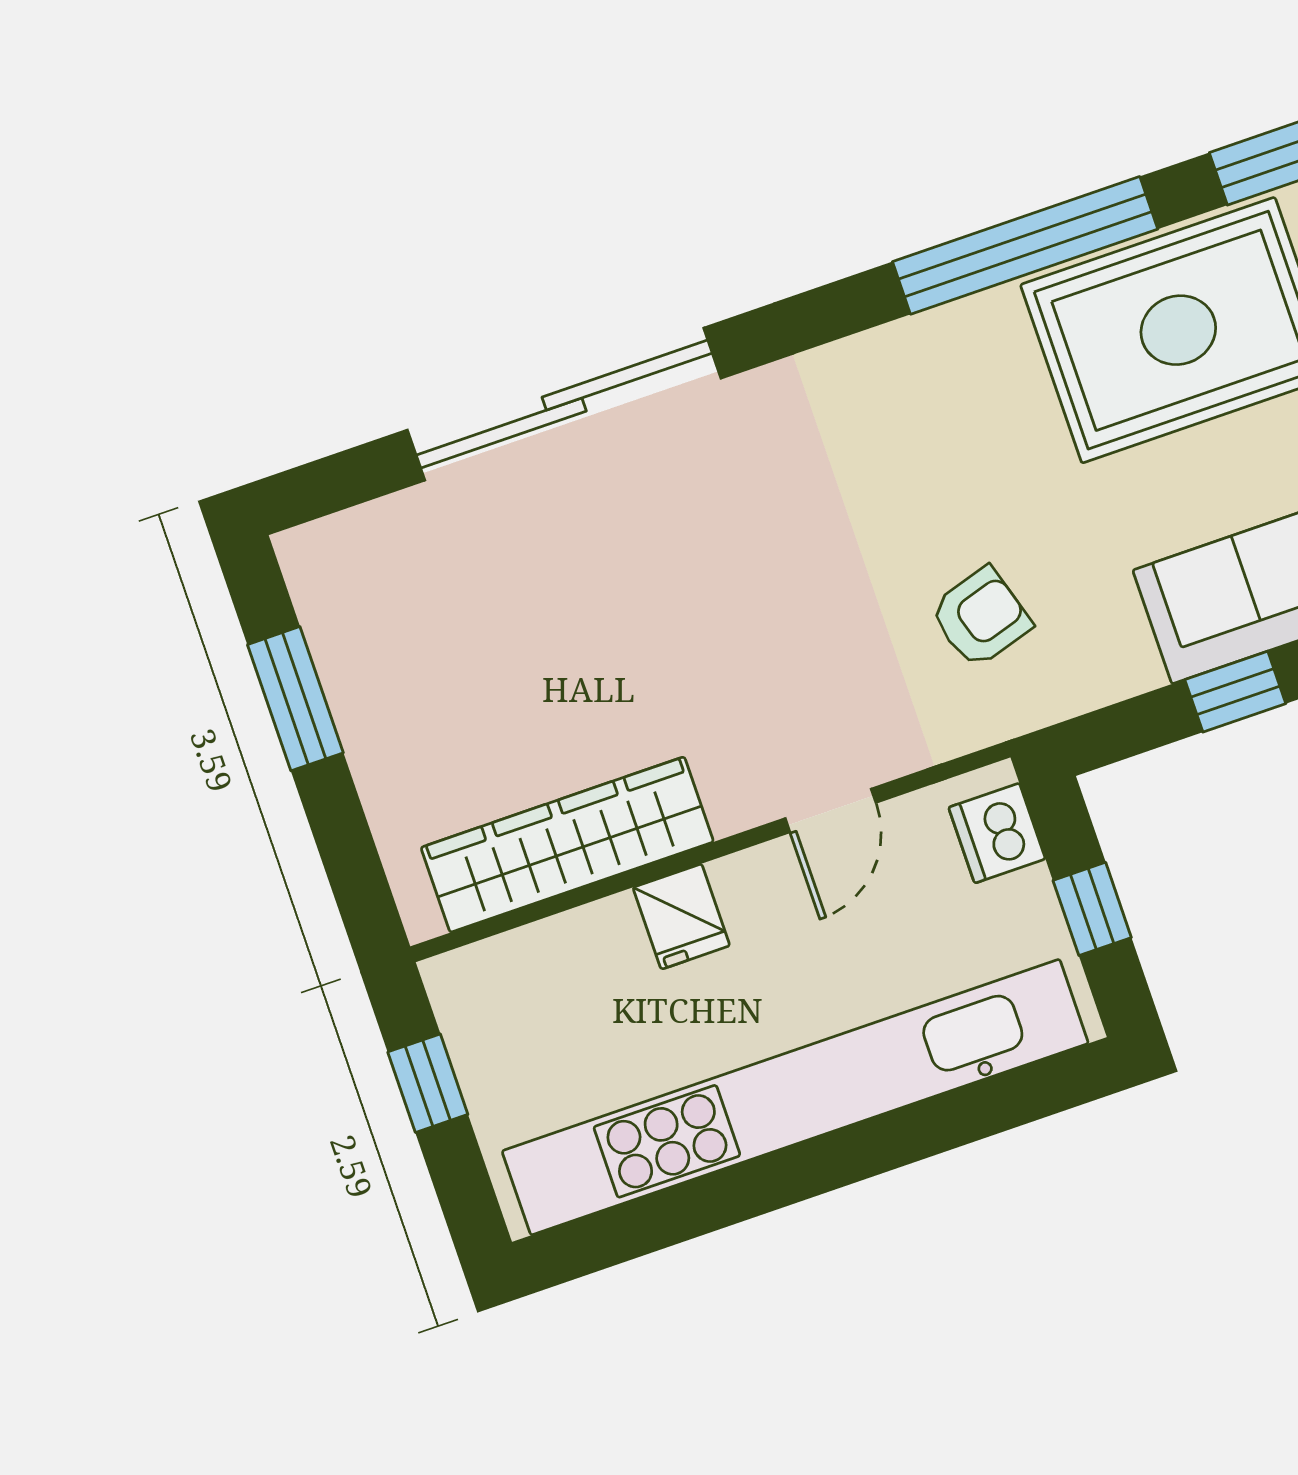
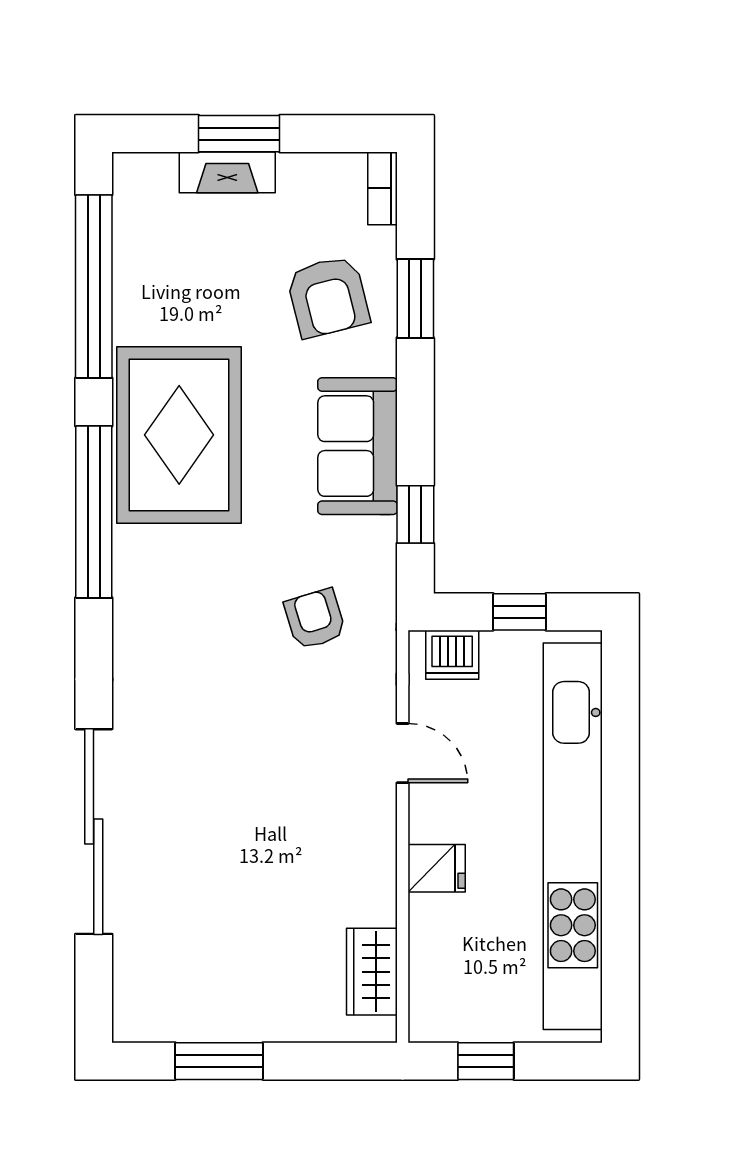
window: (1235, 692) -> (415, 514), moved
wardrobe: (567, 845) -> (372, 972), width x0.48, depth x0.85

